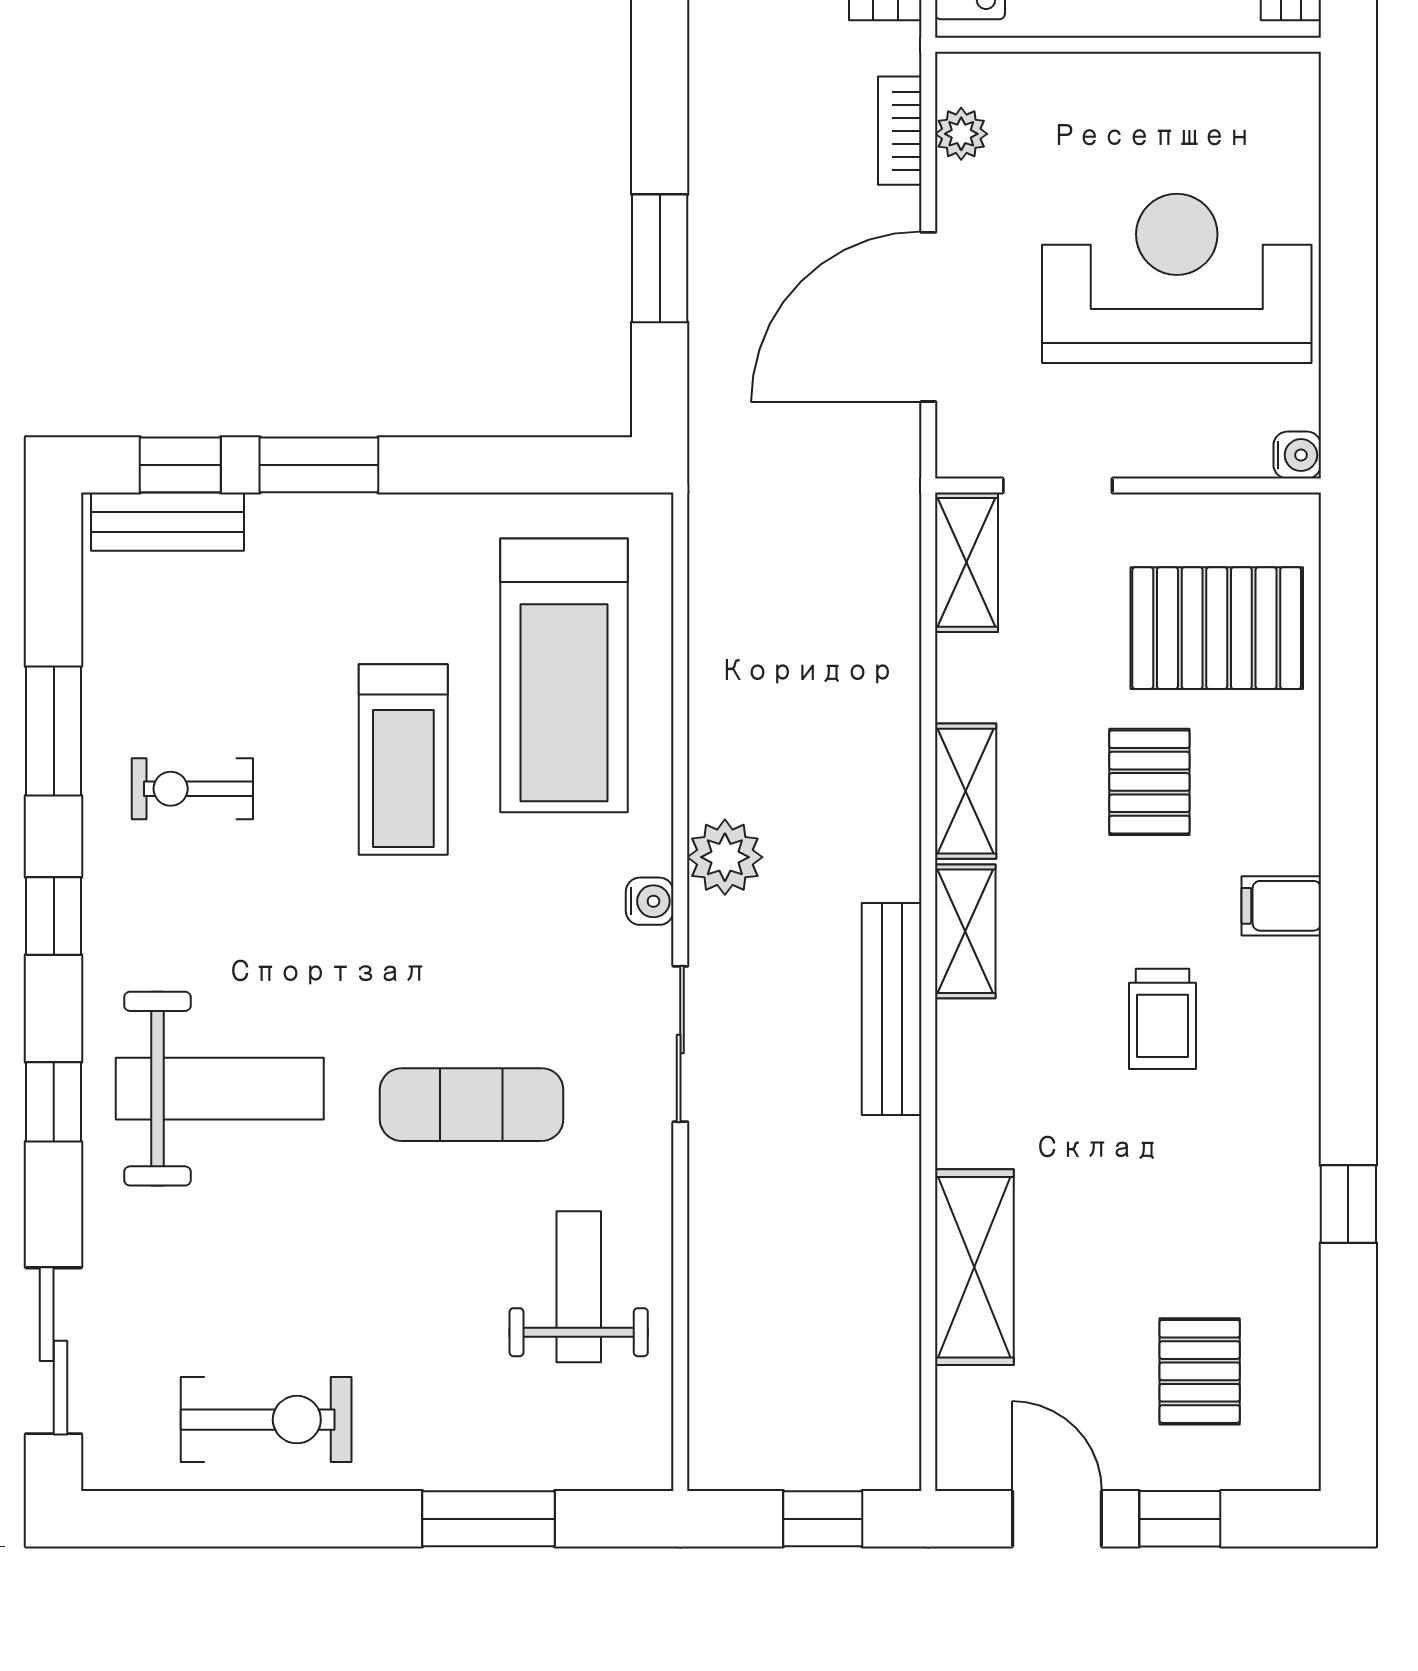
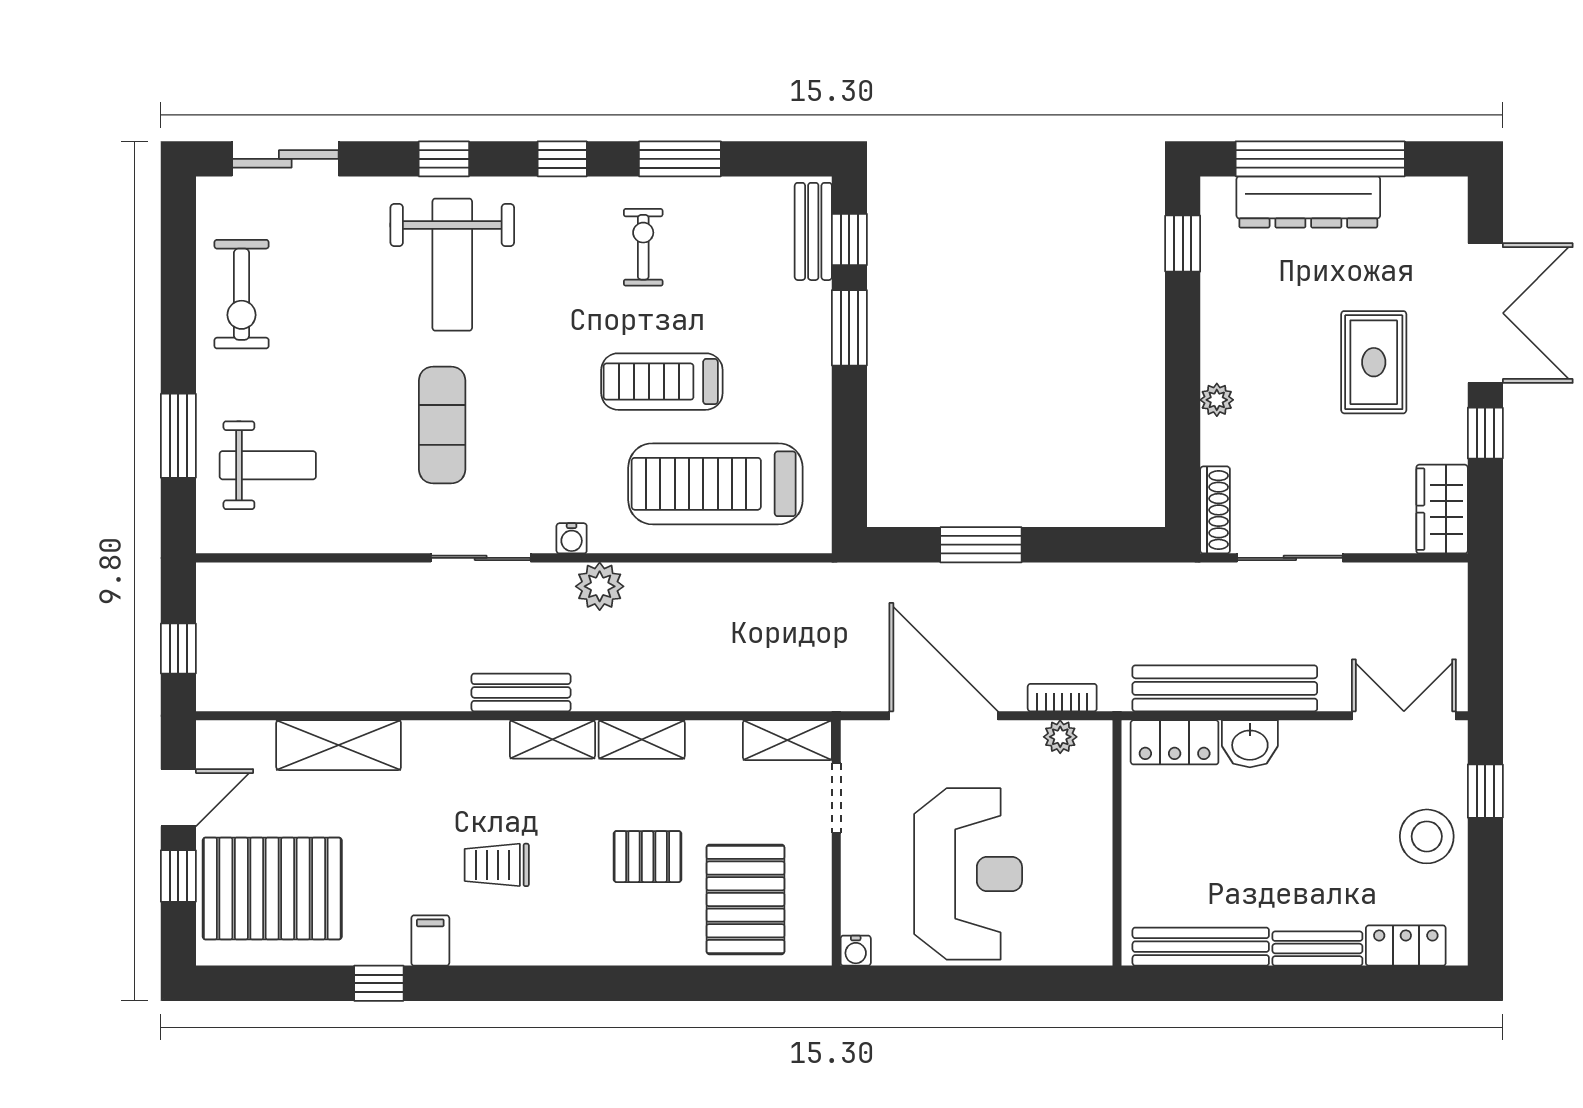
filing cabinet: (1281, 906) -> (430, 940), moved
bench: (892, 1009) -> (521, 692), width x0.73
weight bench: (579, 1287) -> (268, 465), moved
pallet: (1200, 1371) -> (272, 889), width x2.05, depth x2.00

